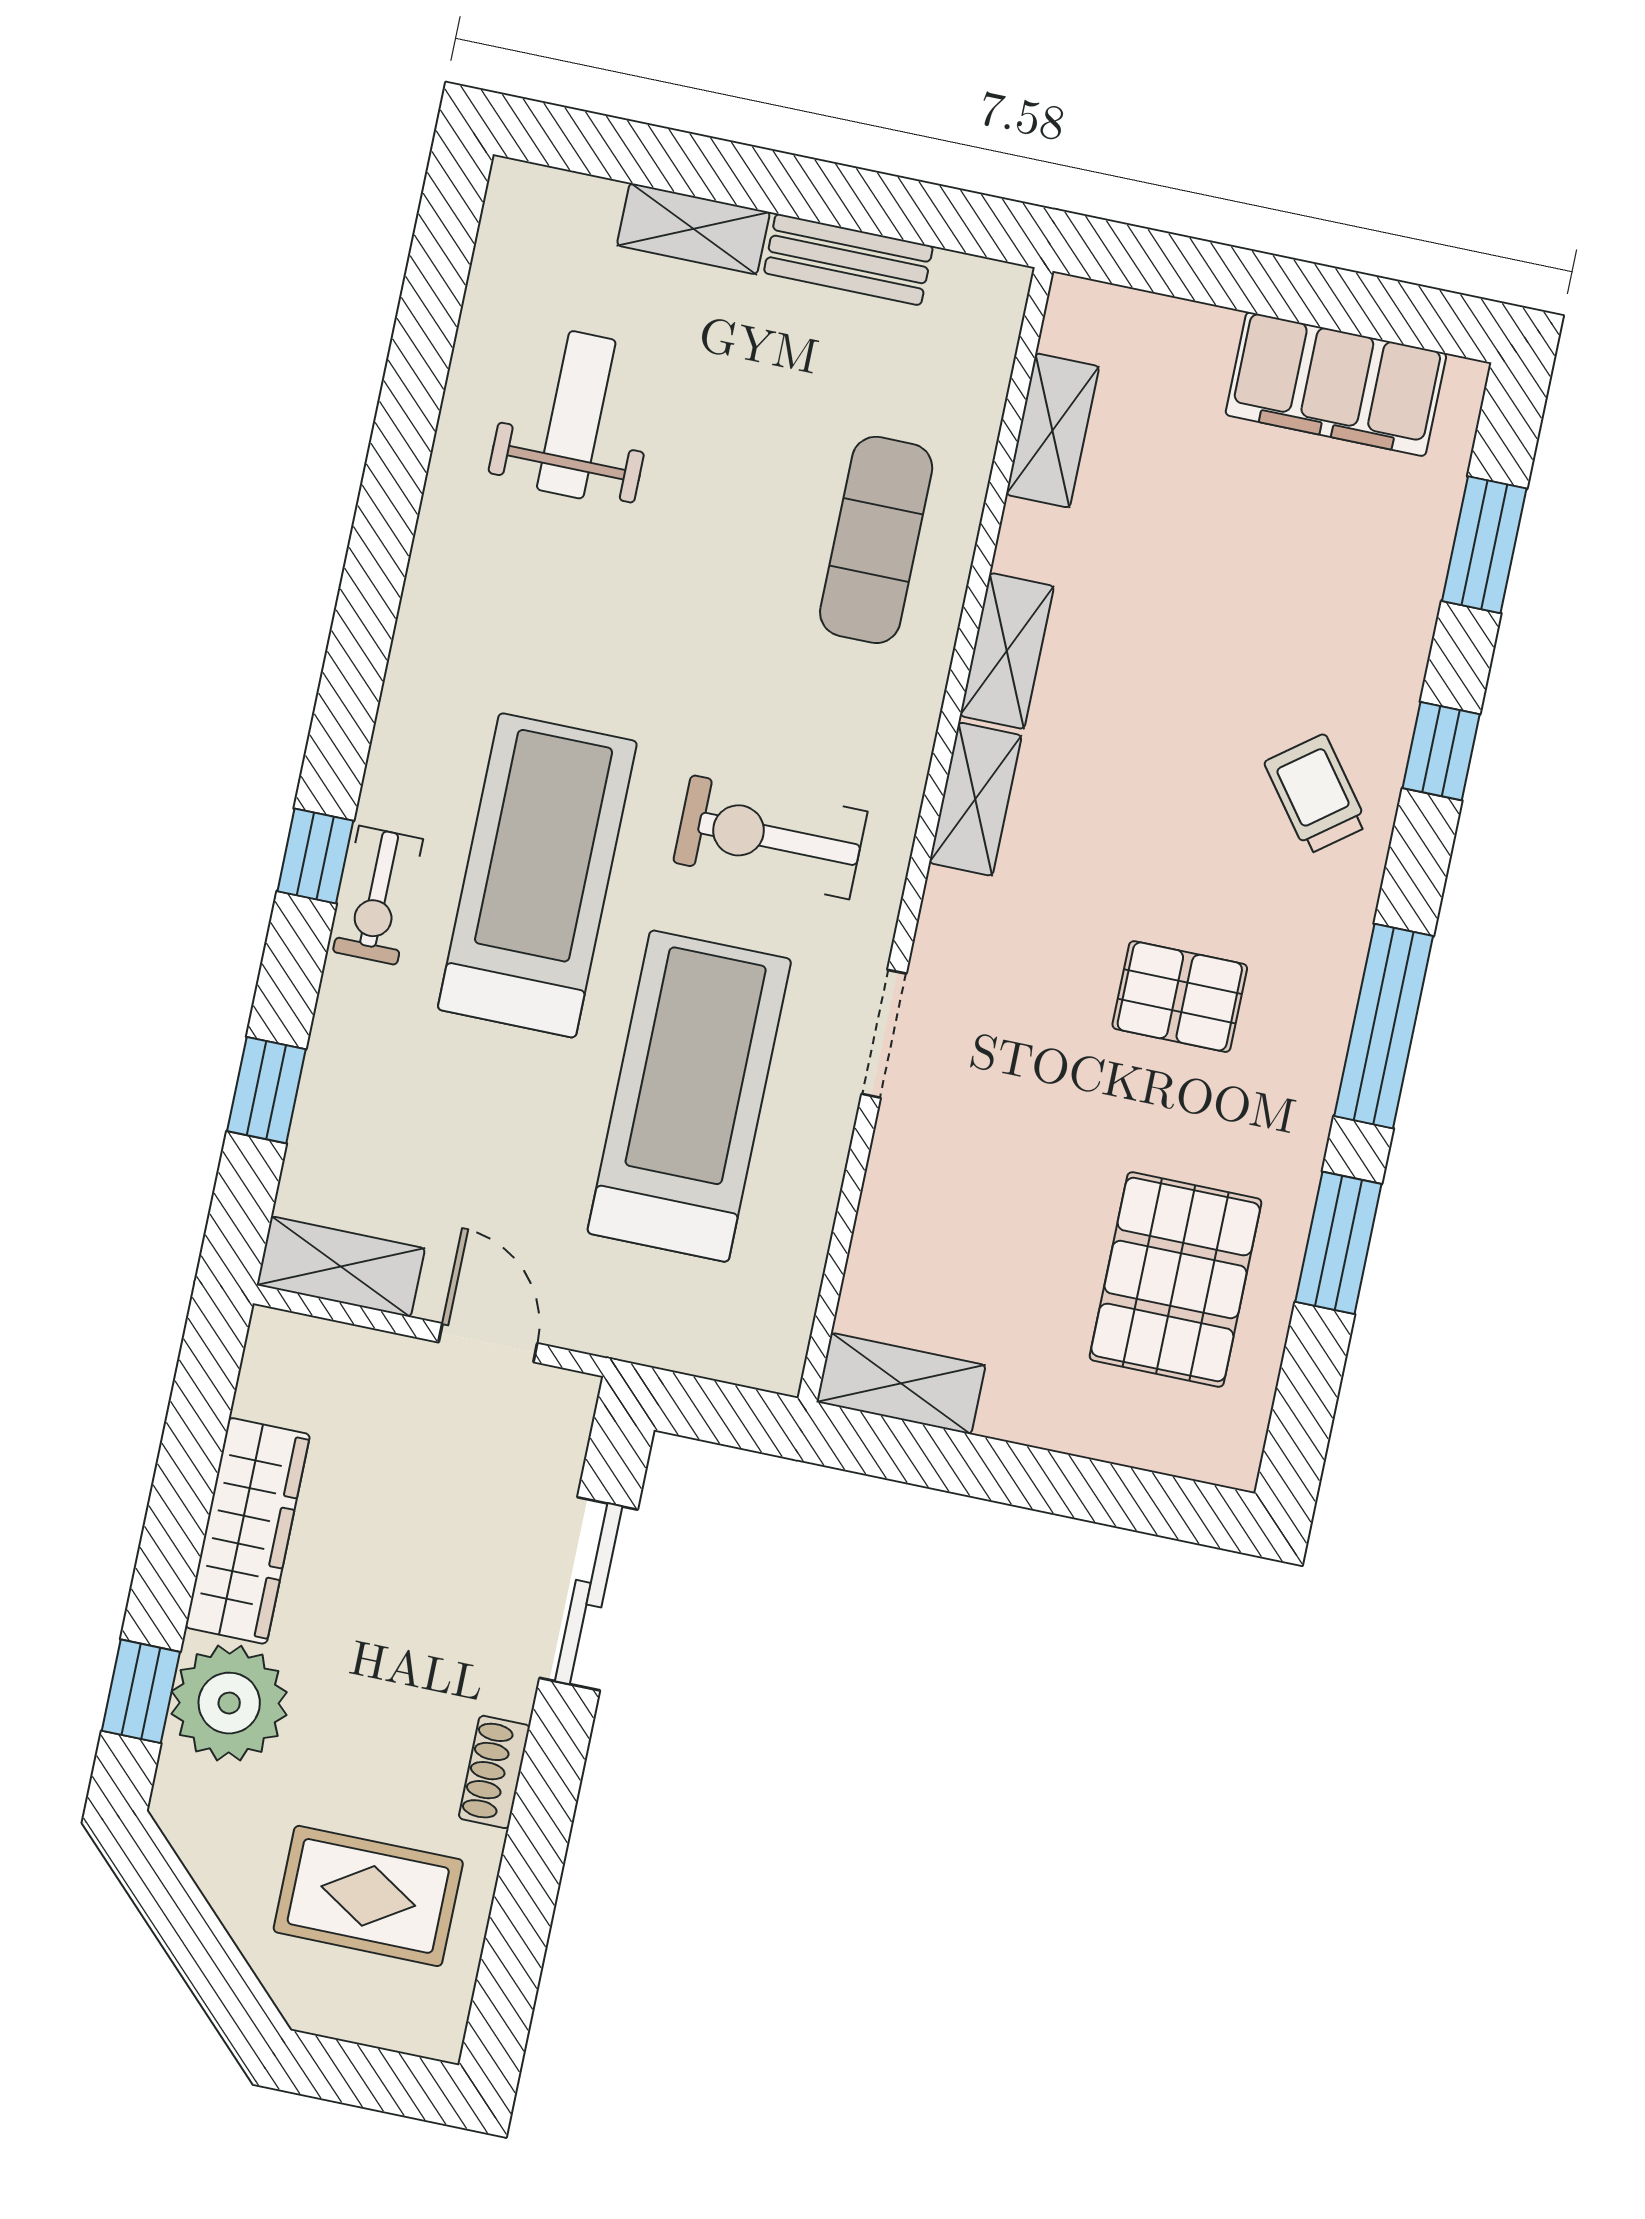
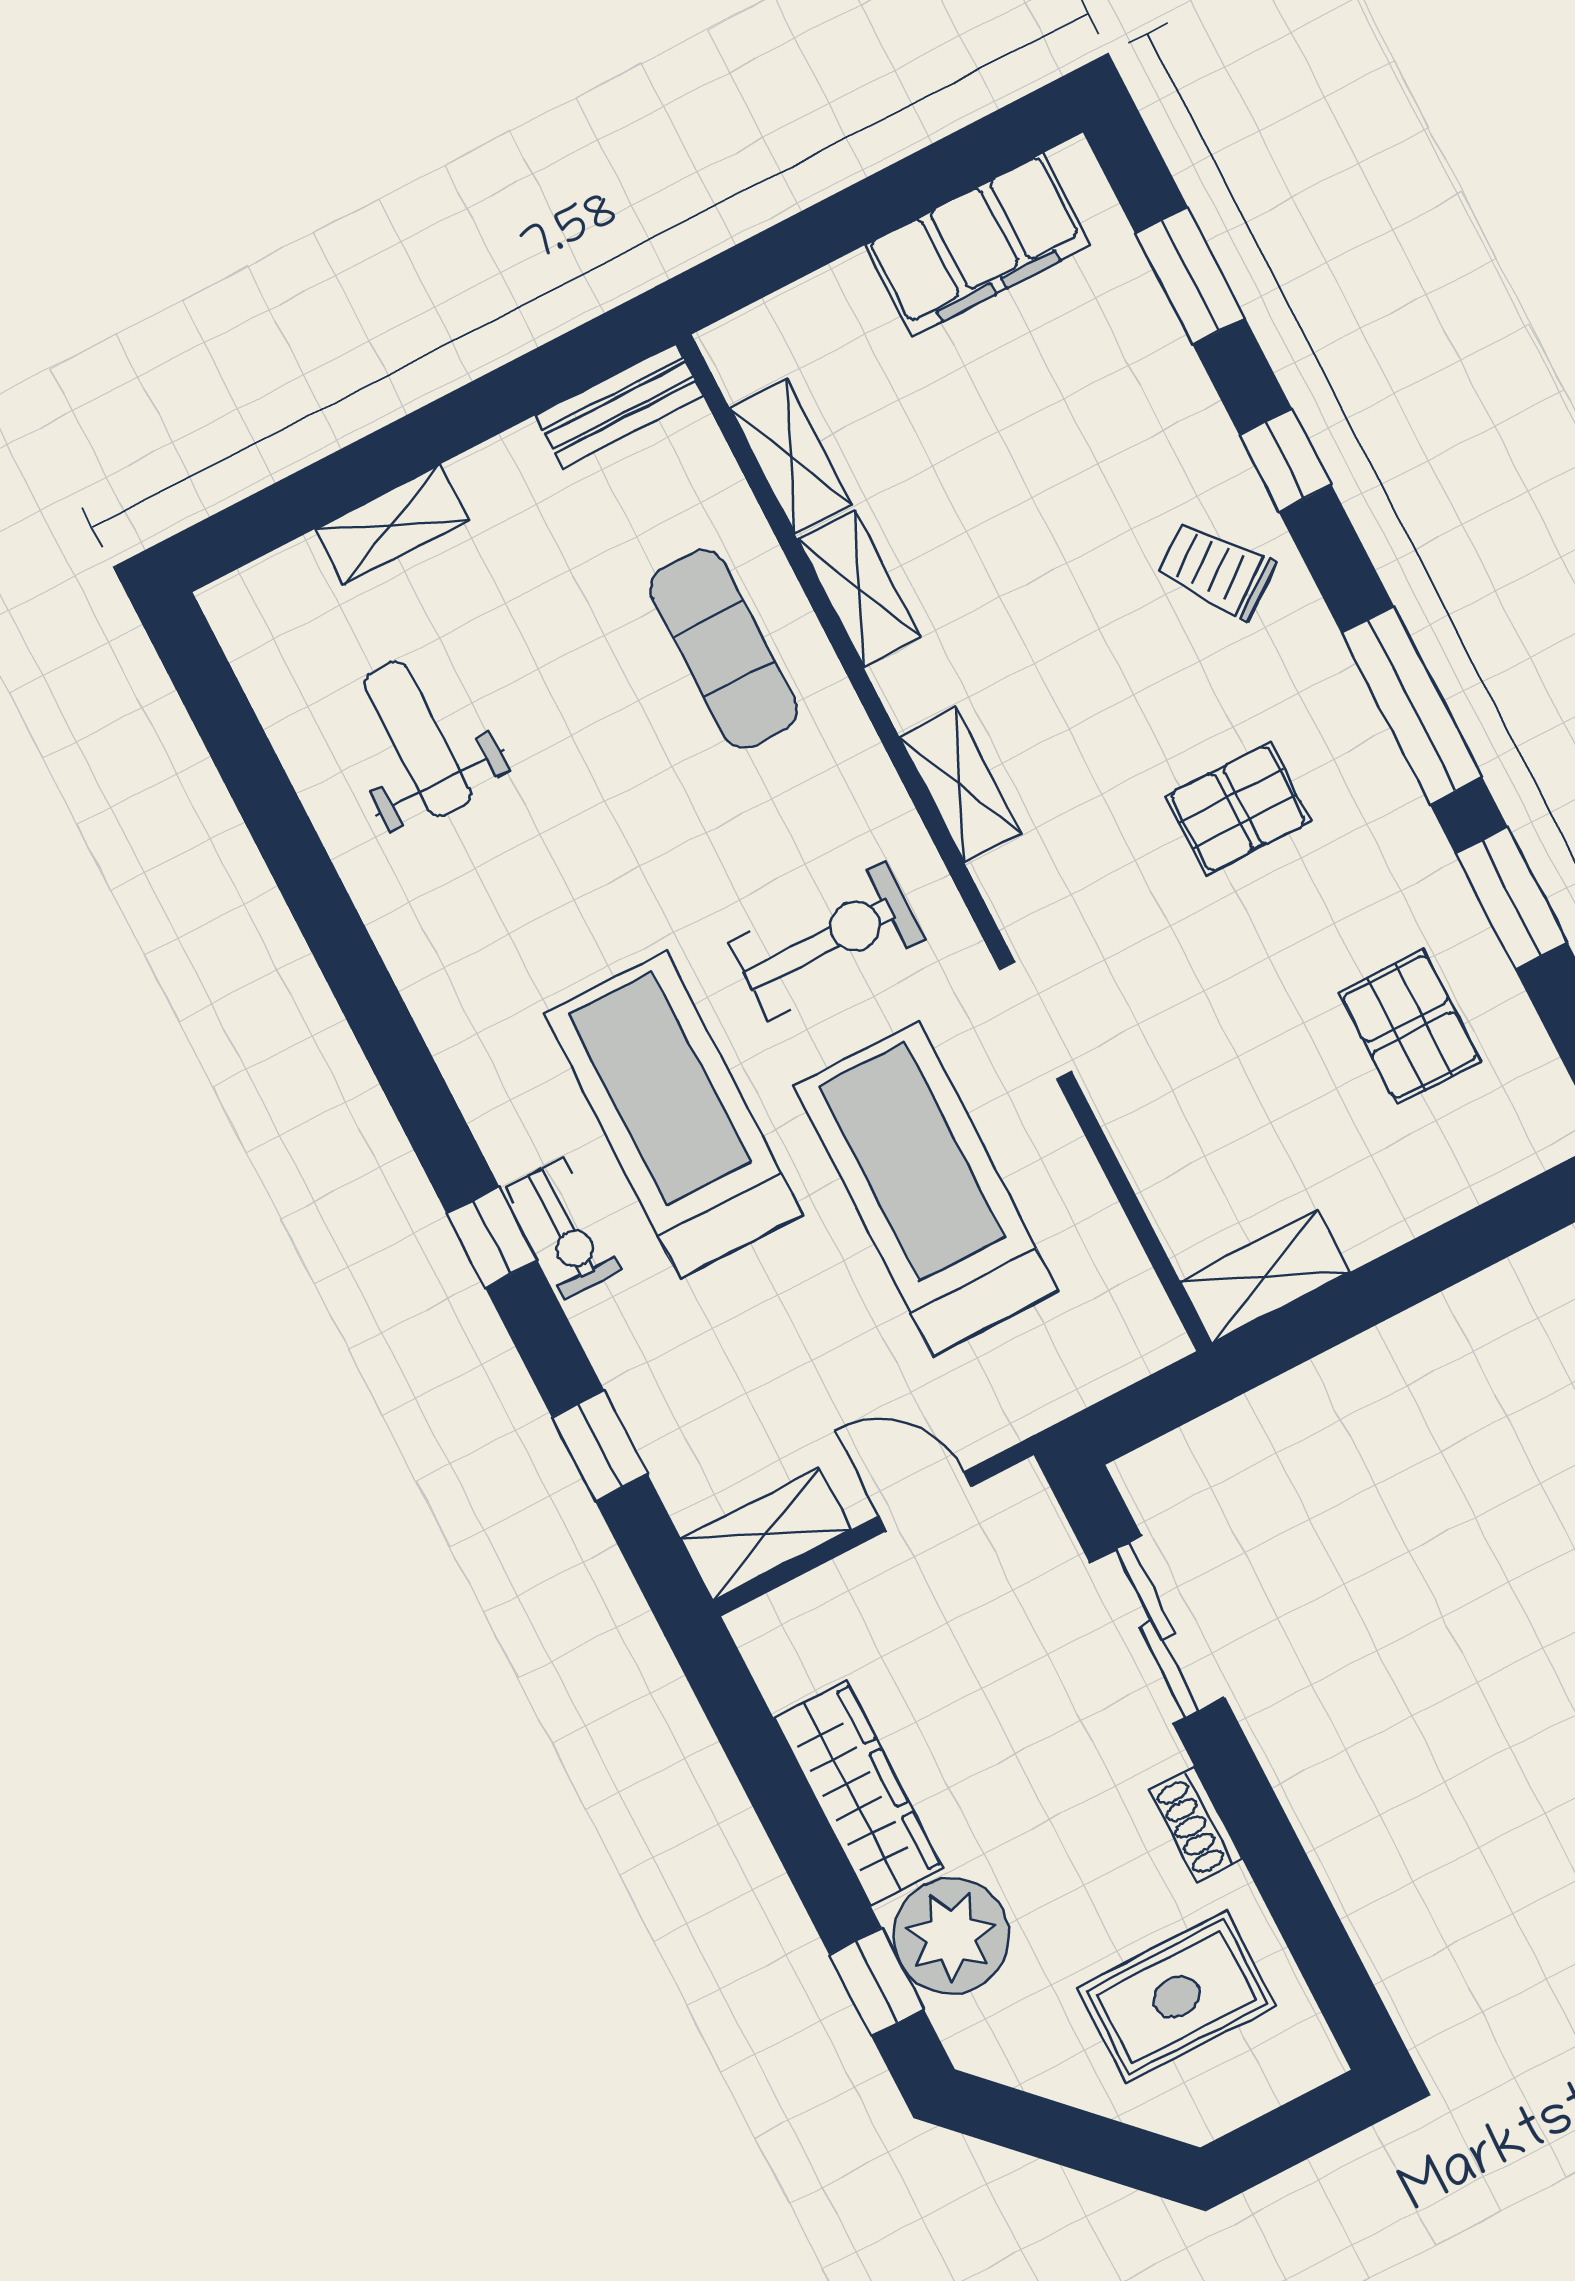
bench: (848, 259) -> (619, 405), moved
shelving: (1007, 651) -> (859, 588), moved
exercise bike: (770, 837) -> (827, 941), turned 180
pallet: (1176, 1279) -> (1410, 1027), width x0.67, depth x0.71

